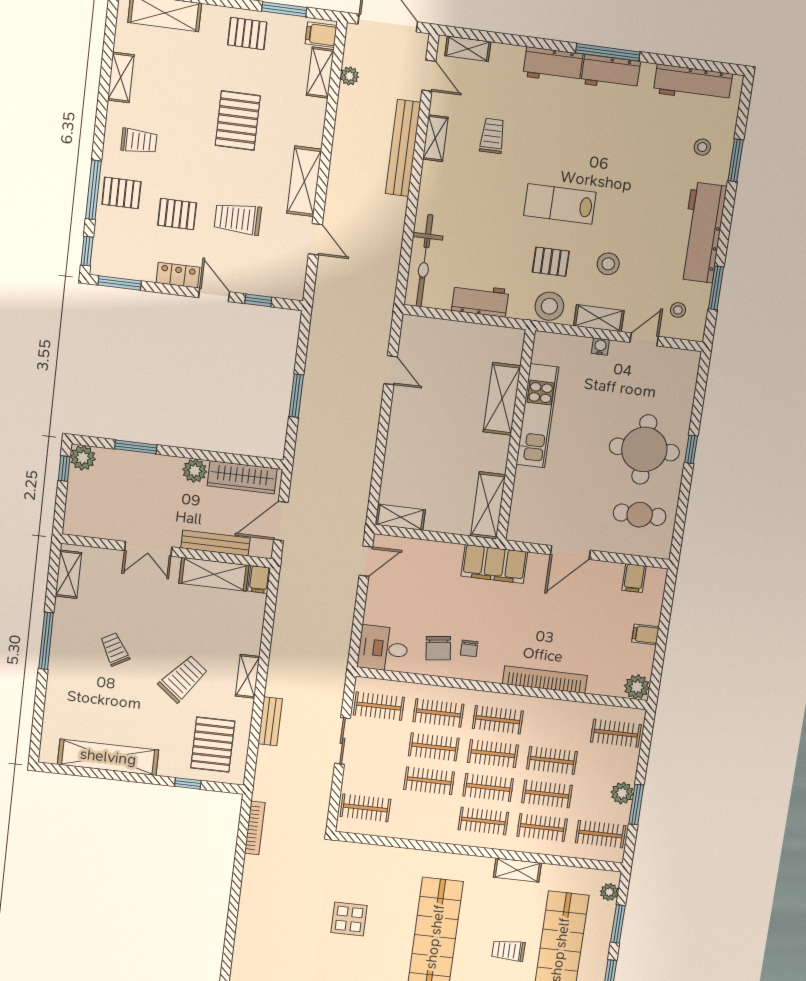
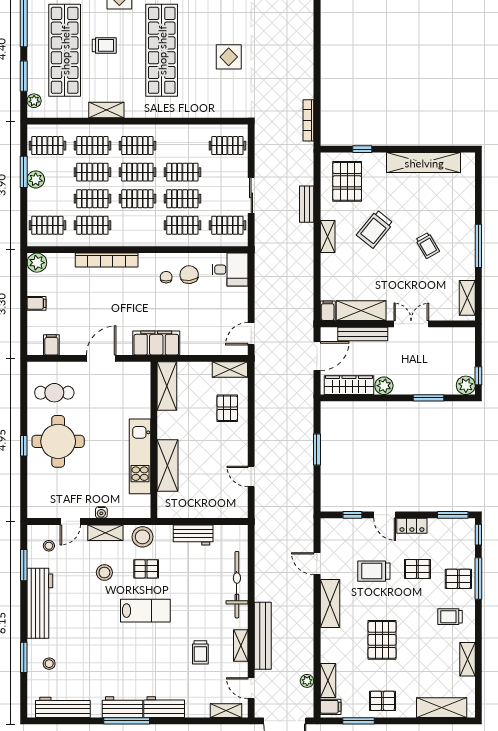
trolley: (238, 219) -> (374, 571), turned 180
bicycle: (425, 261) -> (237, 585), moved
pallet: (411, 466) -> (227, 408), added
clothes rail: (498, 720) -> (92, 225), moved

